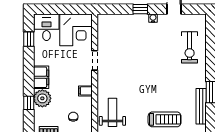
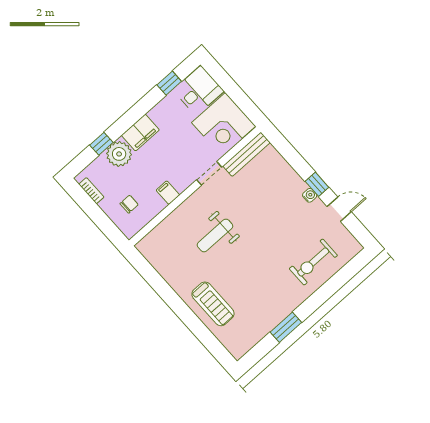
window: (140, 9) -> (317, 184), moved
bench: (201, 106) -> (246, 154), moved
weight bench: (112, 112) -> (215, 236), moved, turned 180

